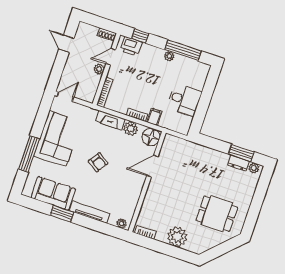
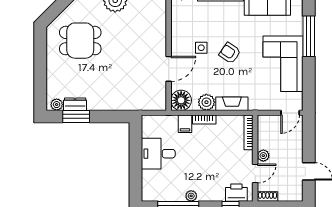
side table: (120, 174) -> (201, 48), added

